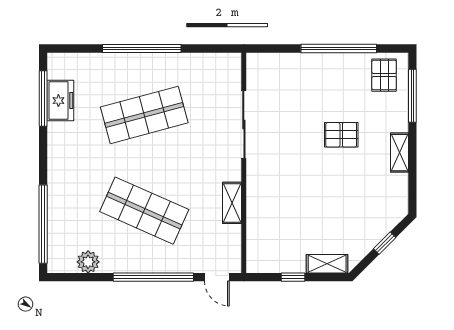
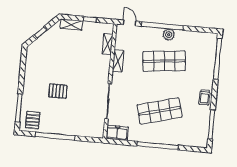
freezer: (60, 101) -> (117, 133), moved, turned 90
trolley: (61, 149) -> (204, 97), added
shelving: (400, 153) -> (108, 44), moved
shop shelf: (144, 211) -> (164, 61), turned -30
plant: (88, 262) -> (169, 35), moved

